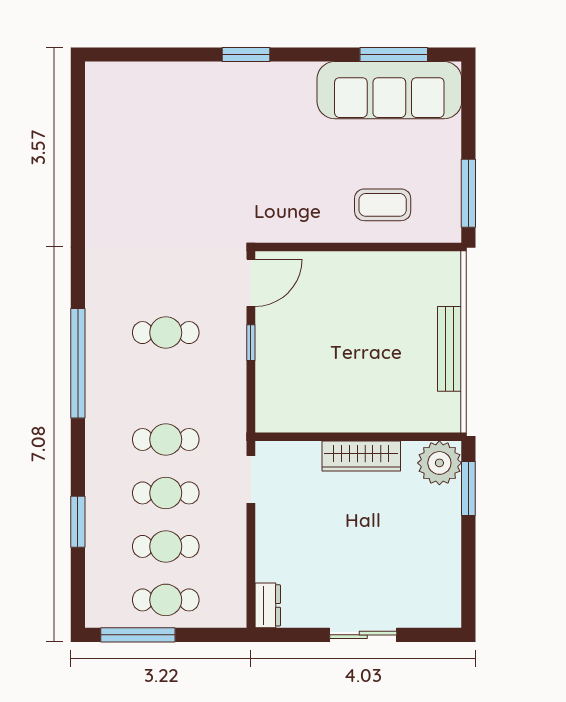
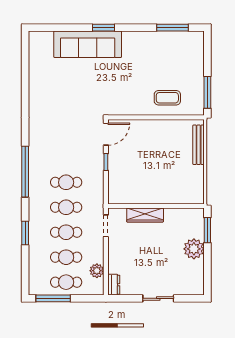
sofa: (389, 90) -> (88, 44), moved
cafe table: (166, 333) -> (66, 182), moved
bench: (450, 349) -> (199, 145), moved
wardrobe: (361, 456) -> (145, 215), moved
plant: (439, 463) -> (194, 249), moved
window: (78, 522) -> (25, 233), moved
plant: (232, 575) -> (97, 271), added

